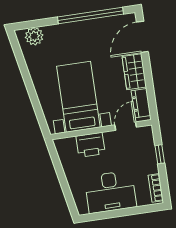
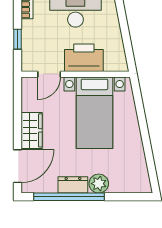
plant: (34, 36) -> (99, 184), moved
dresser: (141, 103) -> (73, 185), moved, turned -90
printer: (91, 145) -> (84, 58), width x1.37, depth x1.19

